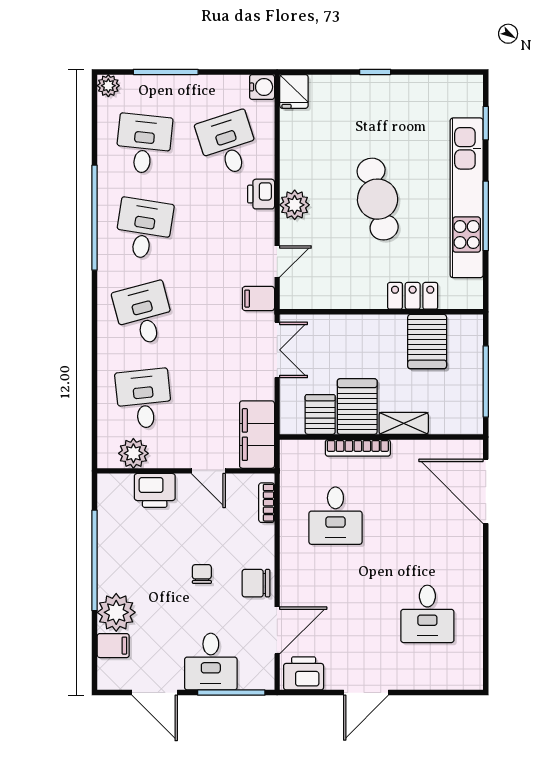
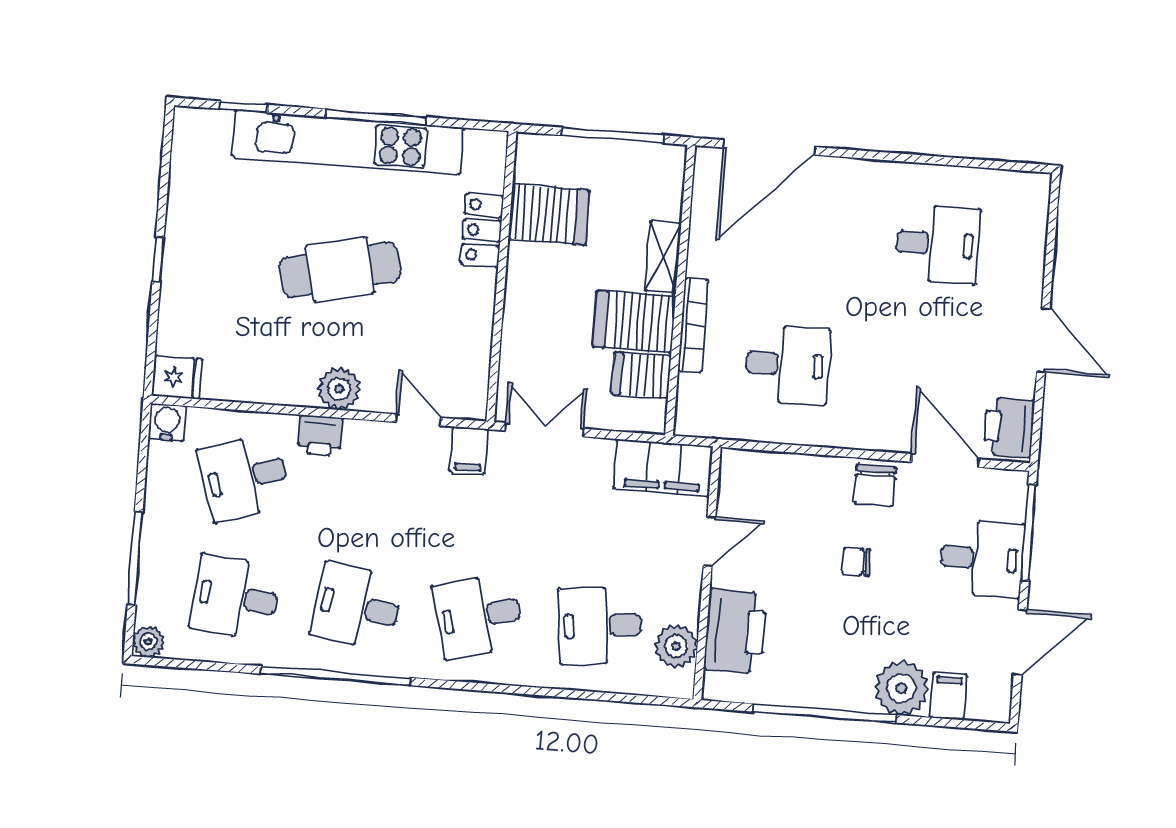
printer: (155, 490) -> (735, 631), width x1.37, depth x1.19
bookcase: (267, 503) -> (761, 461), removed

